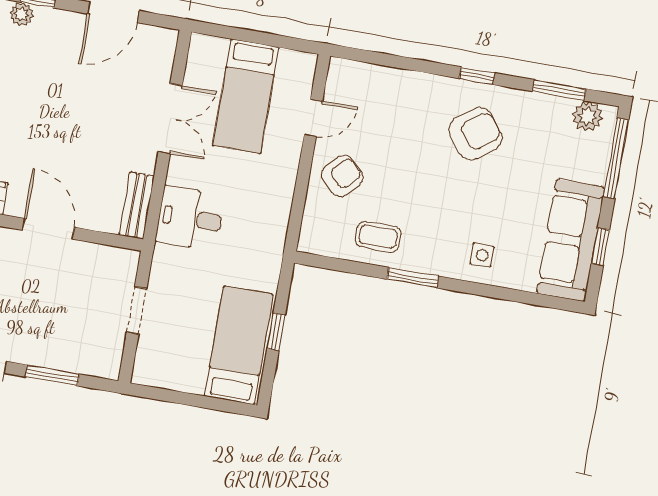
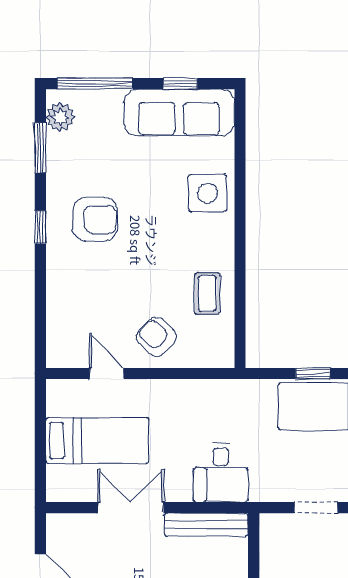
armchair: (475, 134) -> (95, 219), turned 127
bench: (137, 206) -> (206, 525), width x1.36
side table: (482, 255) -> (208, 193), width x1.87, depth x1.87
window: (413, 278) -> (240, 254), removed

